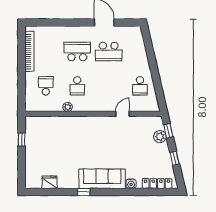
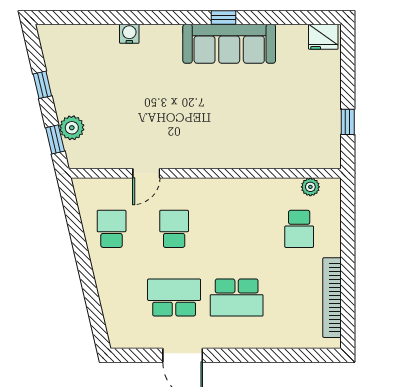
school desk: (77, 86) -> (174, 229), moved
plant: (68, 107) -> (310, 187), moved
sofa: (102, 179) -> (229, 44), moved
fridge: (50, 182) -> (323, 37), moved
locker: (157, 184) -> (77, 34), removed

